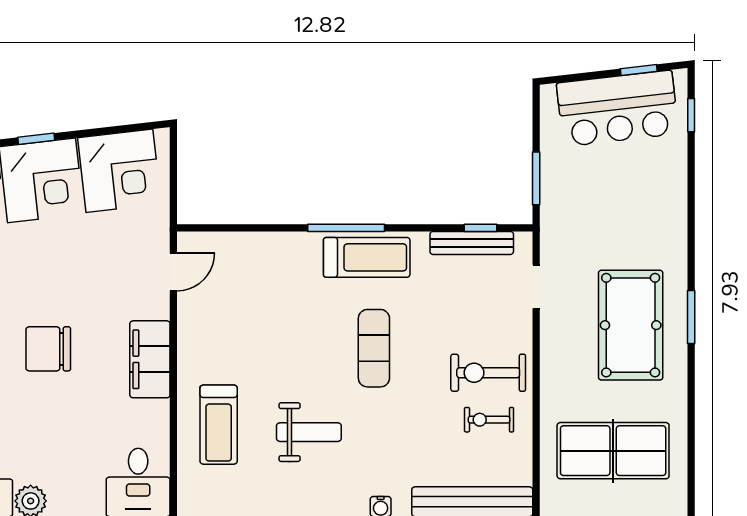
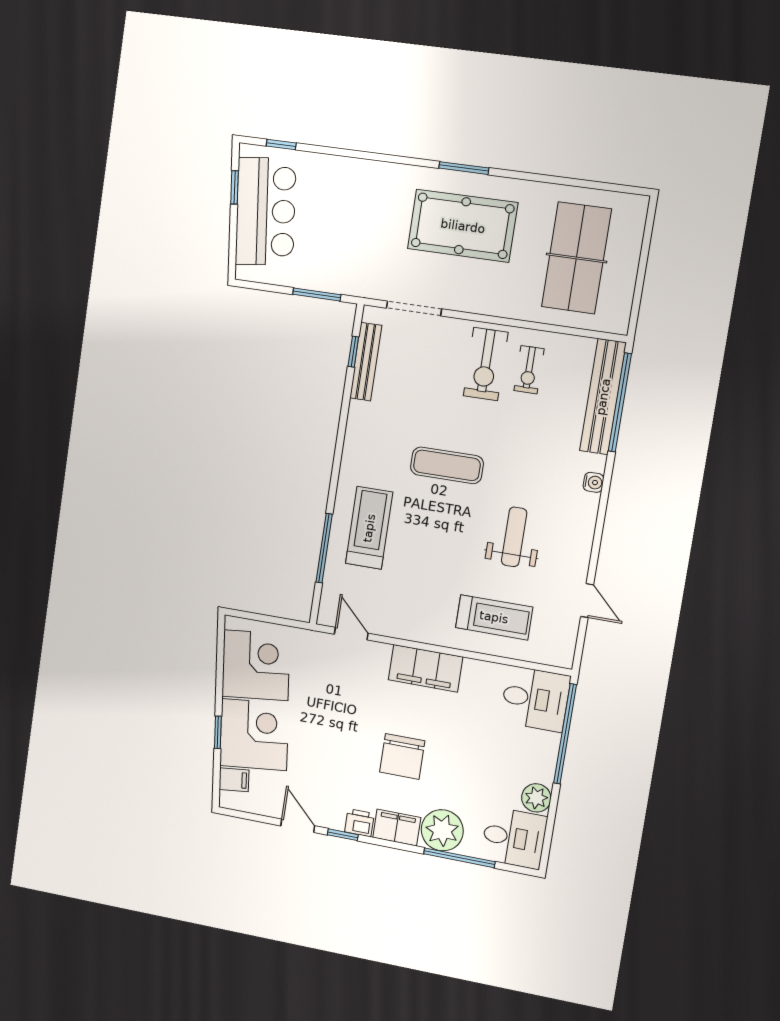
window: (346, 228) -> (324, 548), moved
treadmill: (367, 257) -> (369, 528), moved
doorway: (536, 287) -> (414, 308), width x1.38

